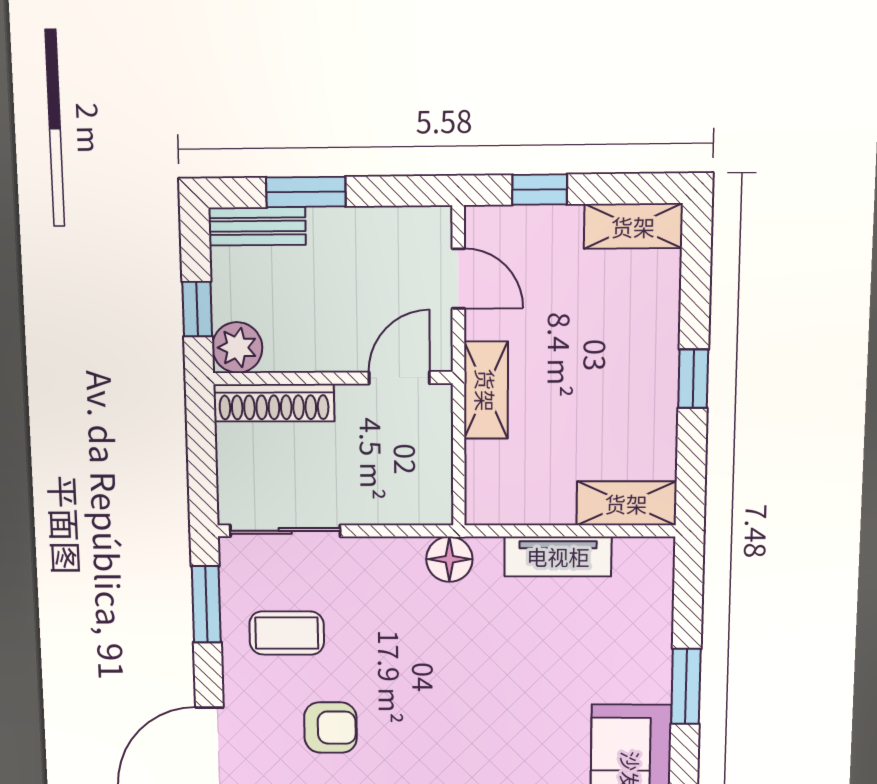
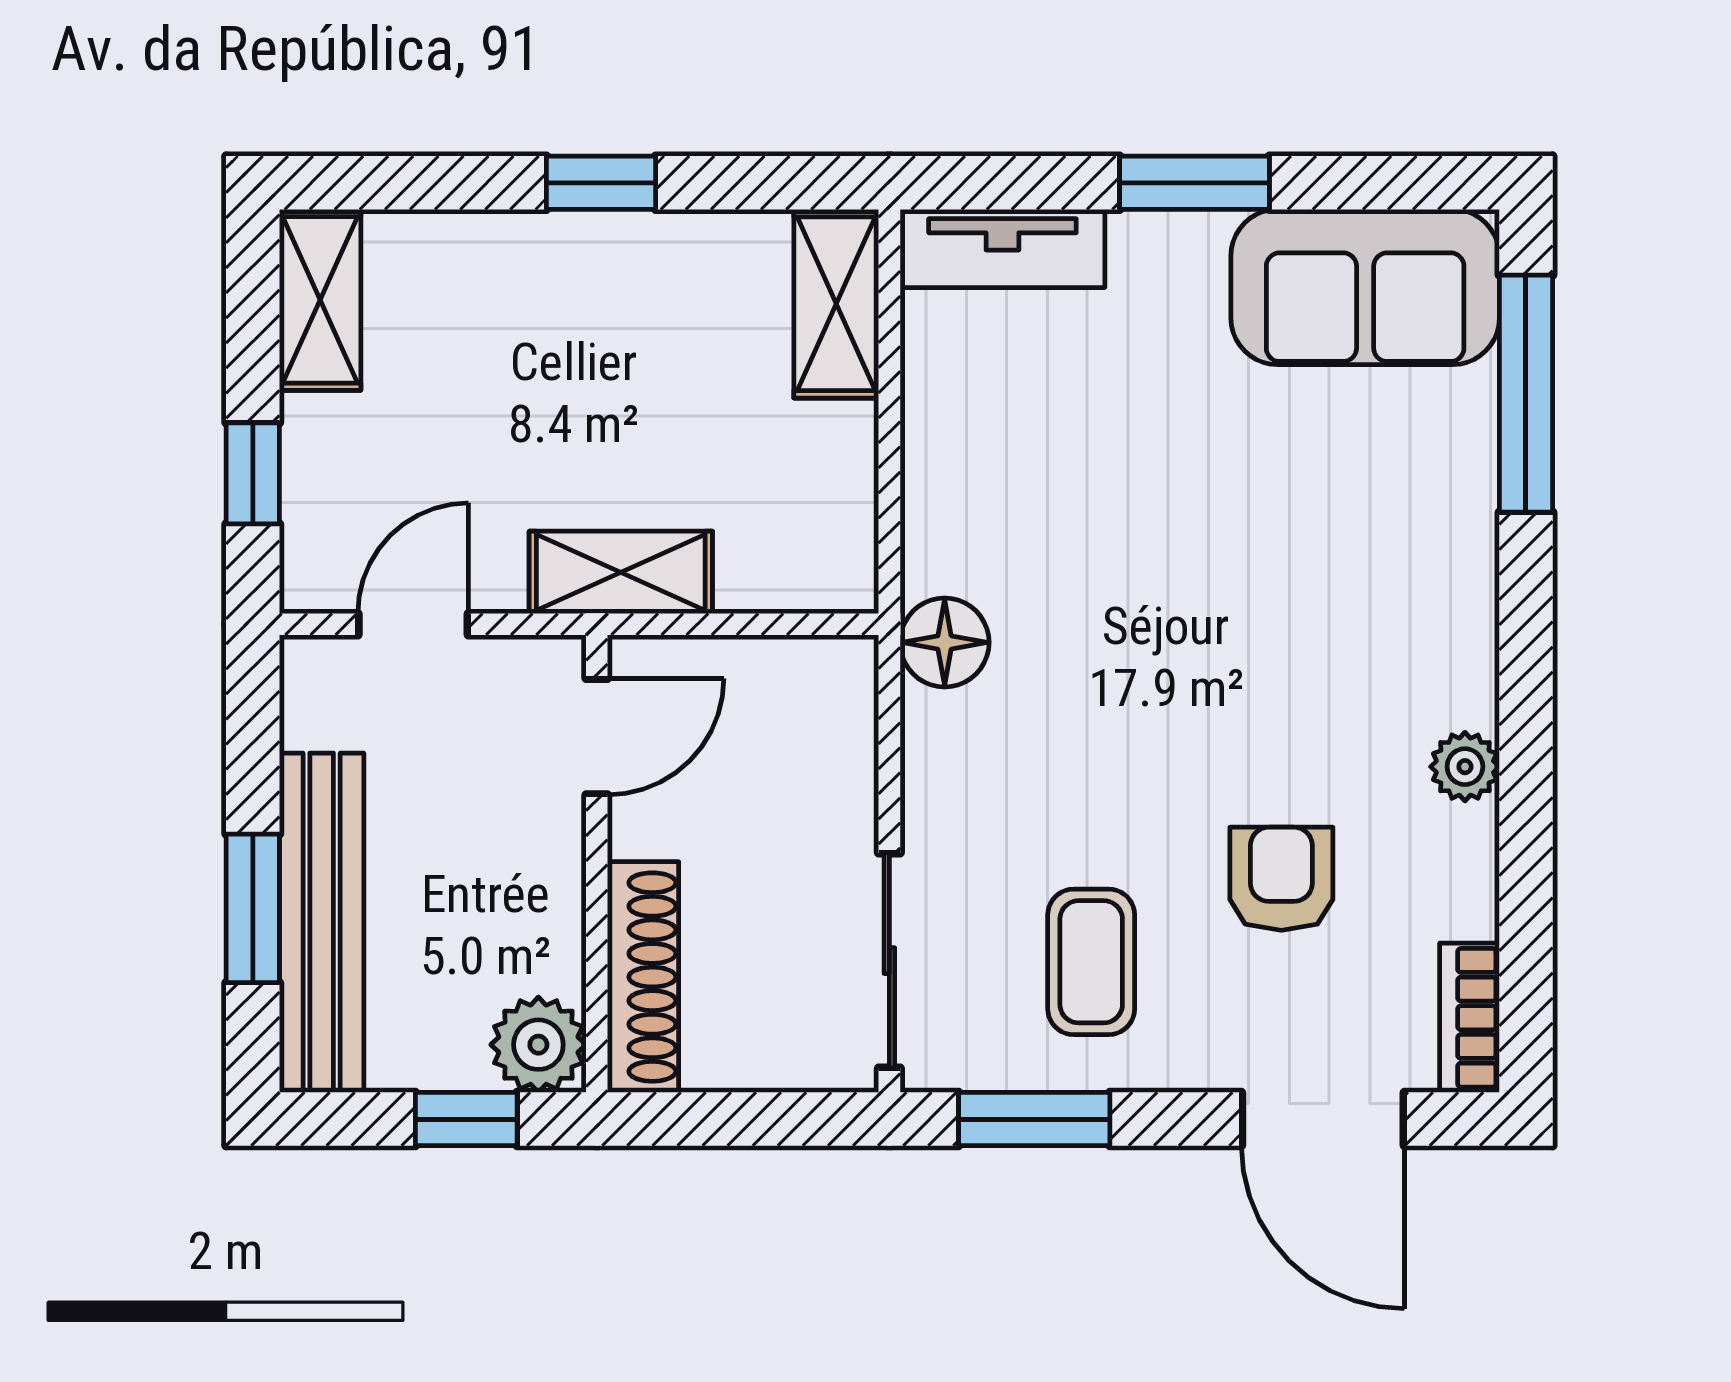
bench: (257, 226) -> (322, 923), width x1.86, depth x1.21
door: (399, 378) -> (597, 737), swing flipped
tv unit: (558, 556) -> (1002, 248), moved, turned 90

